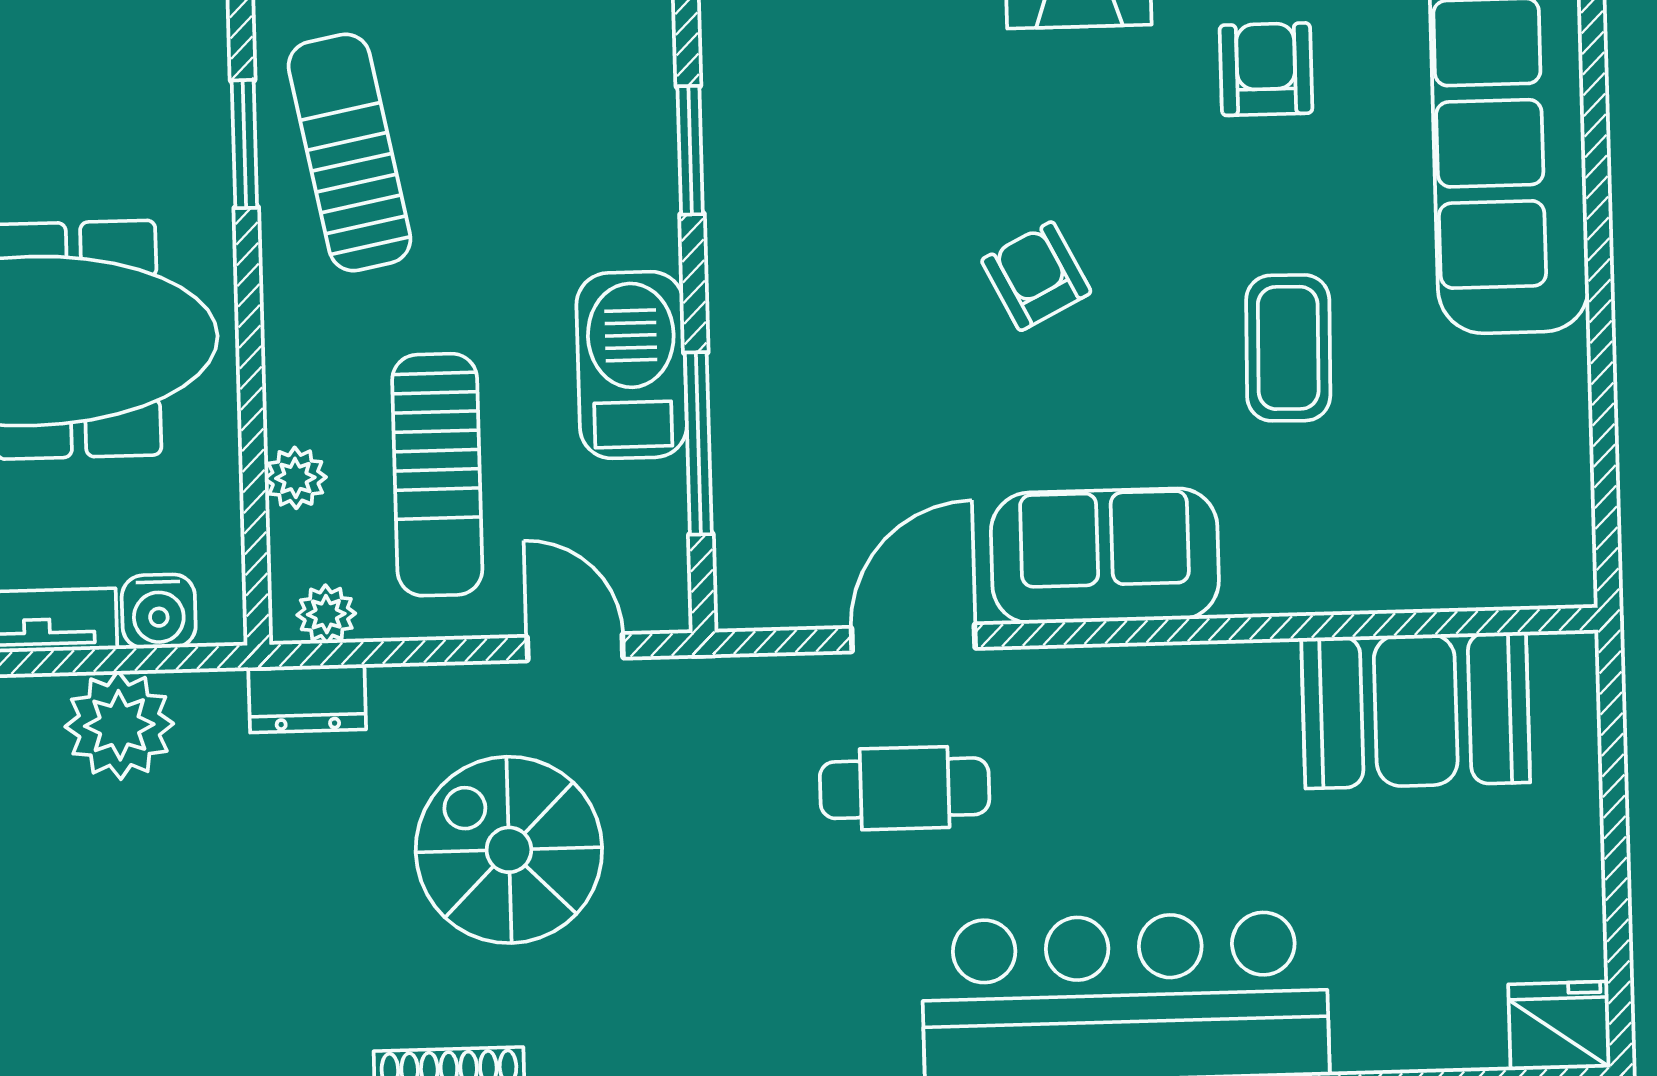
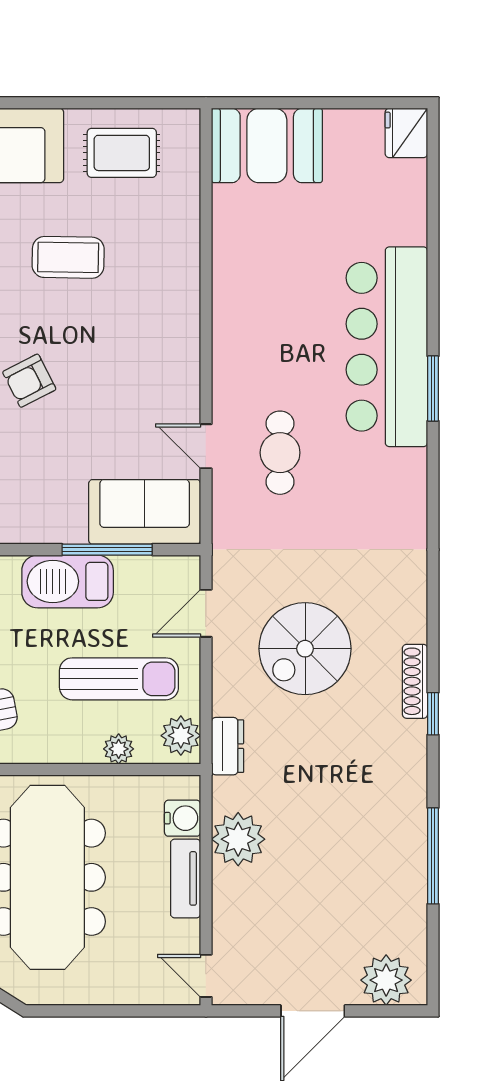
rug: (1503, 451) -> (122, 153), added
sofa: (1105, 556) -> (145, 512), moved, turned 90
plant: (326, 614) -> (181, 736), width x1.38, depth x1.38
door: (913, 638) -> (206, 446), width x0.73
booth: (1416, 710) -> (267, 145), moved, turned 90

